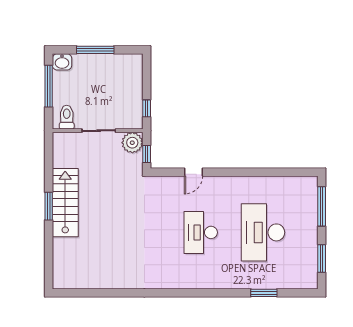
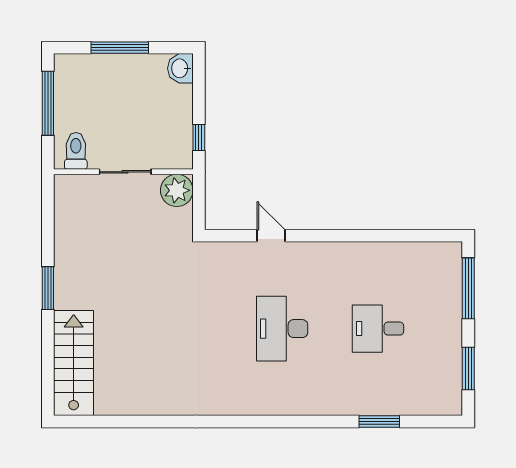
washbasin: (62, 62) -> (180, 68), moved, turned 90
window: (147, 154) -> (199, 208), removed
door: (193, 172) -> (271, 236), swing flipped
stairs: (65, 203) -> (74, 363), moved
desk: (263, 232) -> (378, 329), width x0.53, depth x0.77

